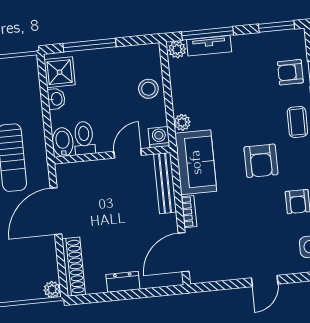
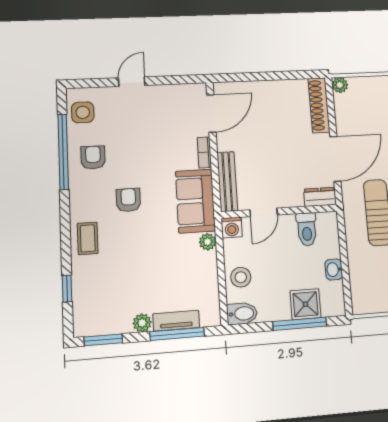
plant: (177, 49) -> (142, 323), moved
shower: (60, 72) -> (305, 304), moved
armchair: (290, 72) -> (92, 291), removed
bidet: (63, 142) -> (242, 314), moved, turned -90
armchair: (261, 161) -> (128, 200), width x0.72, depth x0.72
dresser: (123, 282) -> (320, 197), moved, turned 180

